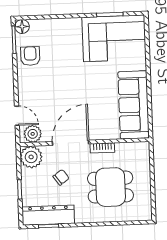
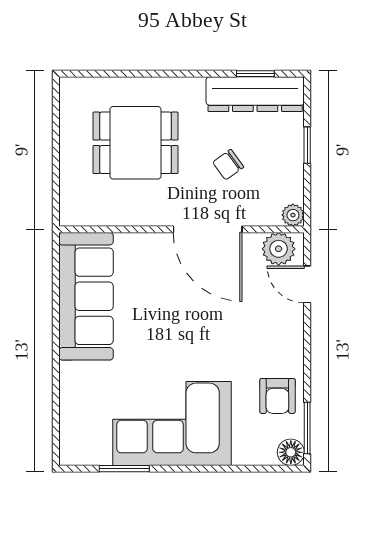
corner sofa: (114, 38) -> (172, 423), moved
door: (71, 143) -> (208, 229), hinge flipped
bookcase: (102, 148) -> (148, 217), removed
plant: (31, 157) -> (293, 215), width x0.53, depth x0.53

